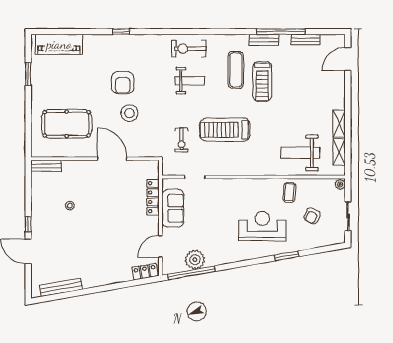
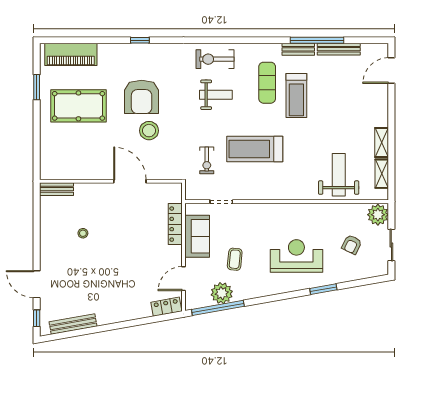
bench: (306, 40) -> (339, 49), width x1.36
armchair: (123, 83) -> (142, 97), width x1.36, depth x1.36
pool table: (67, 124) -> (78, 106), moved
weight bench: (300, 153) -> (339, 175), turned 90
plant: (340, 184) -> (378, 215), width x1.88, depth x1.88
coffee table: (289, 192) -> (235, 259), moved
window: (28, 224) -> (37, 318), moved

